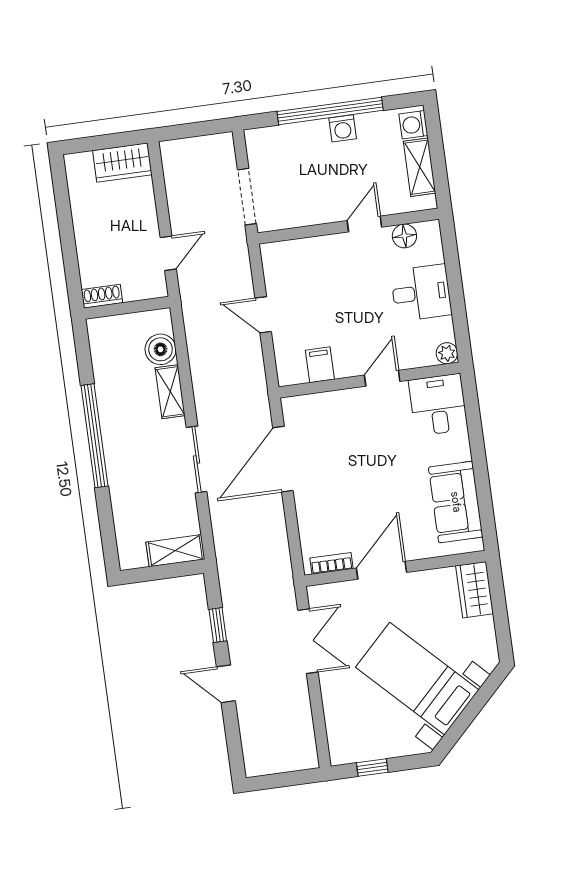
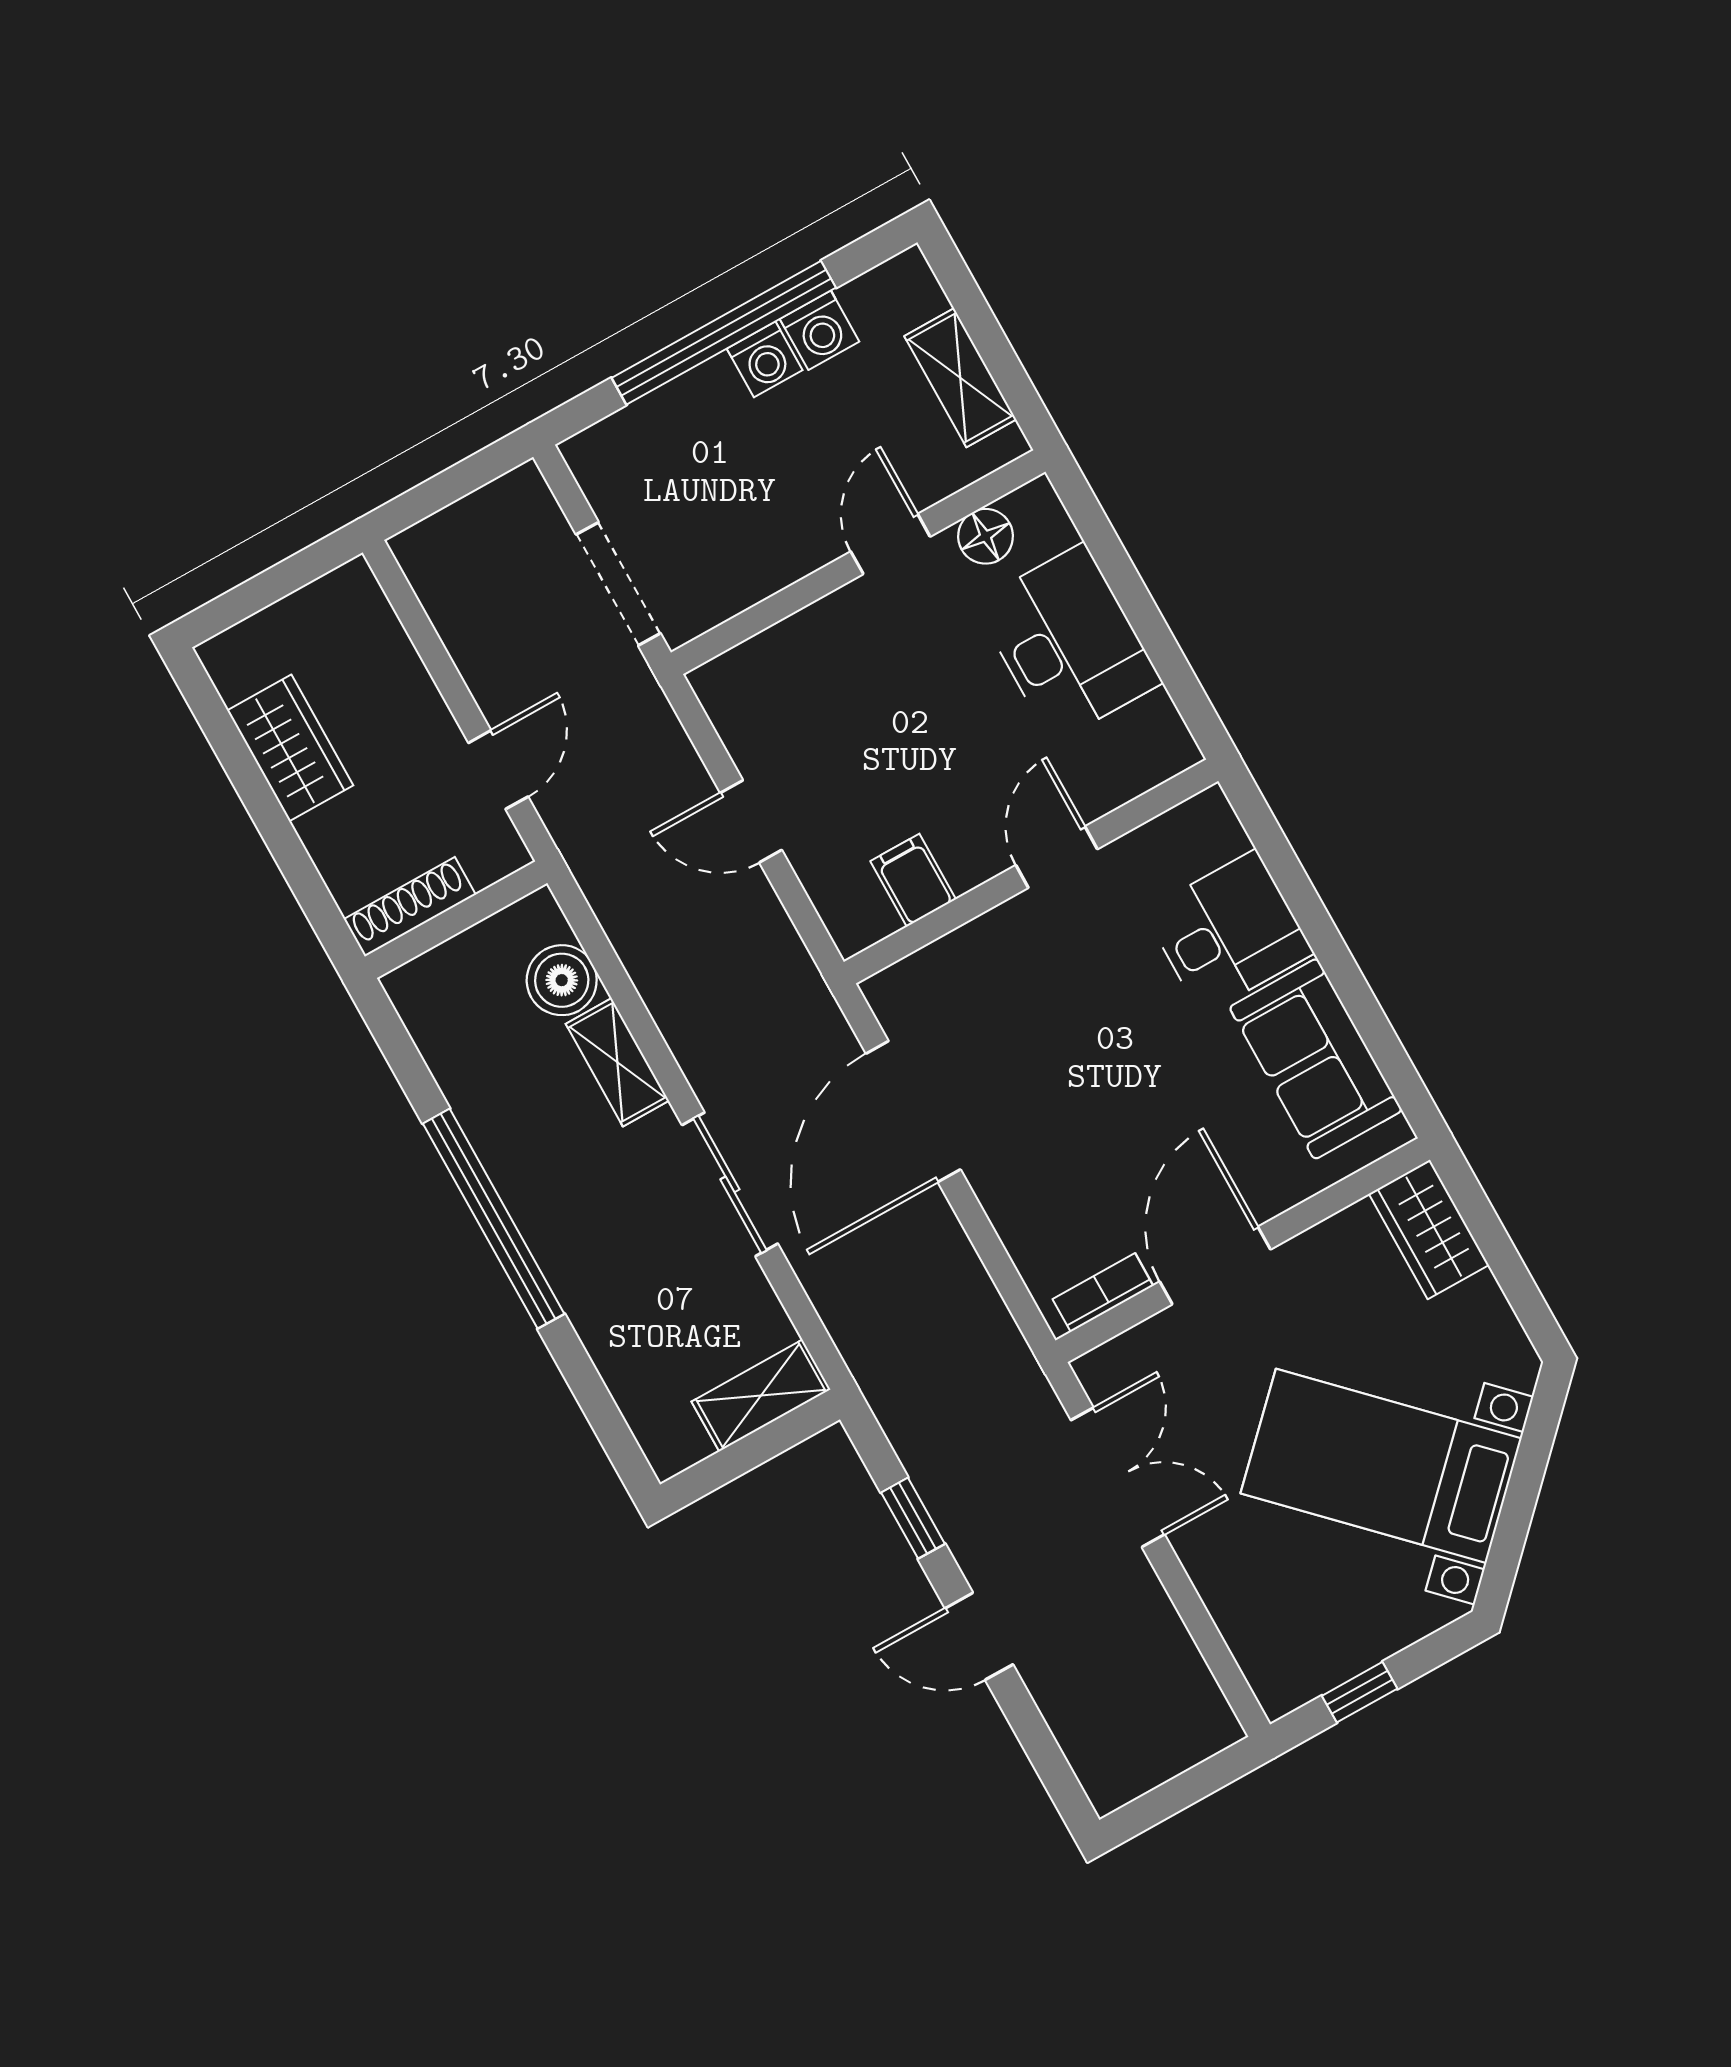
washing machine: (413, 125) -> (820, 330), moved, turned -90
wardrobe: (122, 163) -> (290, 748), moved, turned -90
desk: (421, 293) -> (1068, 643), width x1.37
shoe rack: (102, 296) -> (410, 907), width x1.43
plant: (447, 353) -> (1173, 750), removed
desk: (438, 405) -> (1229, 932), moved, turned 90

